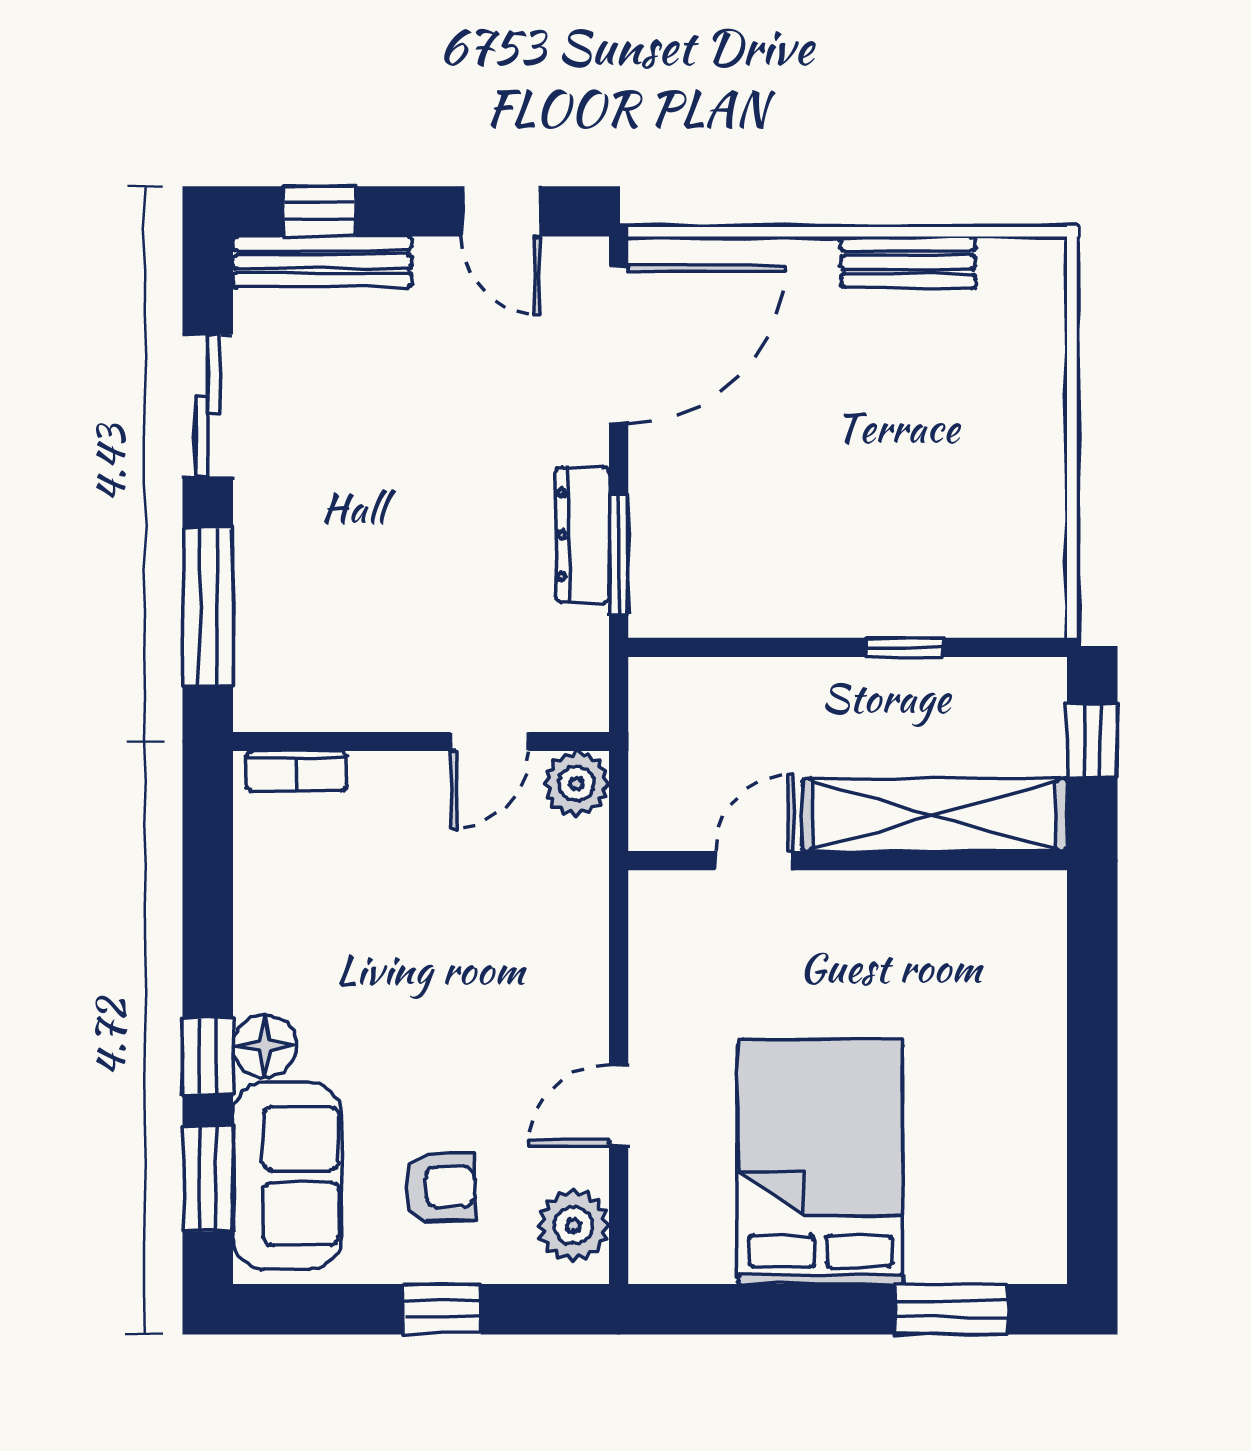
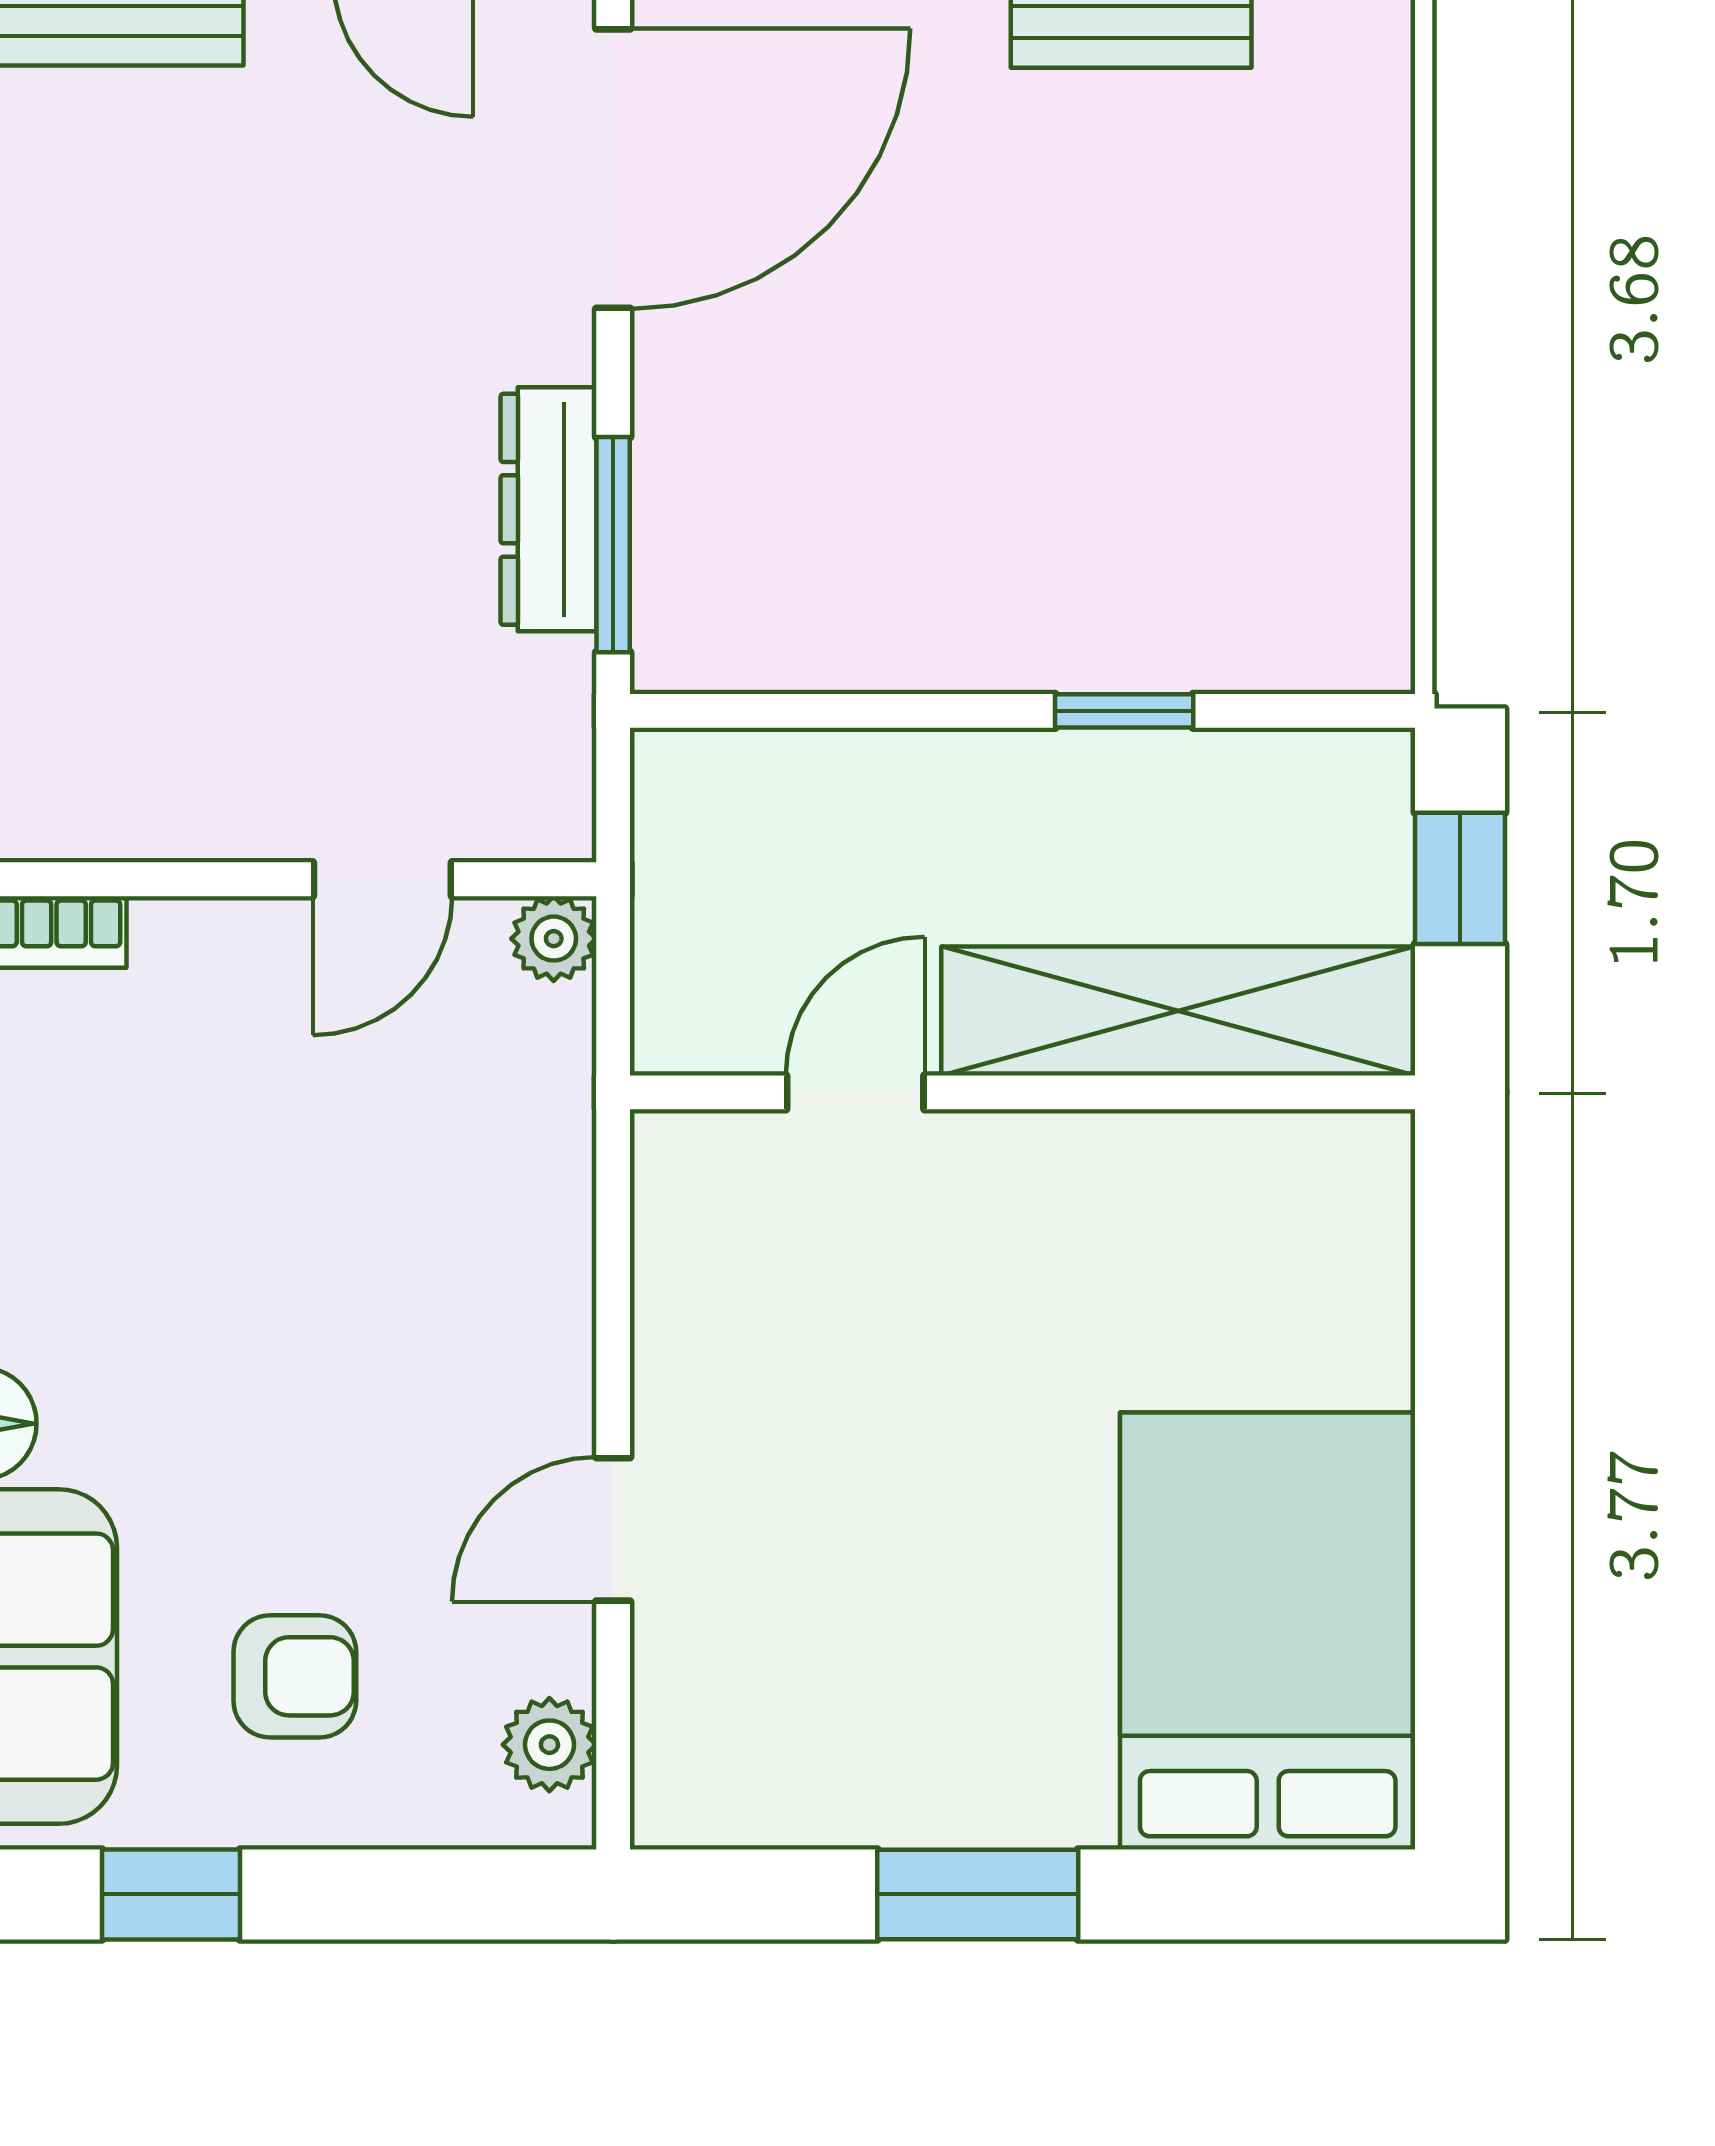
plant: (577, 784) -> (554, 939), width x0.73, depth x0.73
bed: (820, 1162) -> (1268, 1631), moved
plant: (573, 1225) -> (549, 1745), width x0.73, depth x0.73
window: (442, 1309) -> (171, 1894), moved
window: (951, 1309) -> (978, 1894), moved

